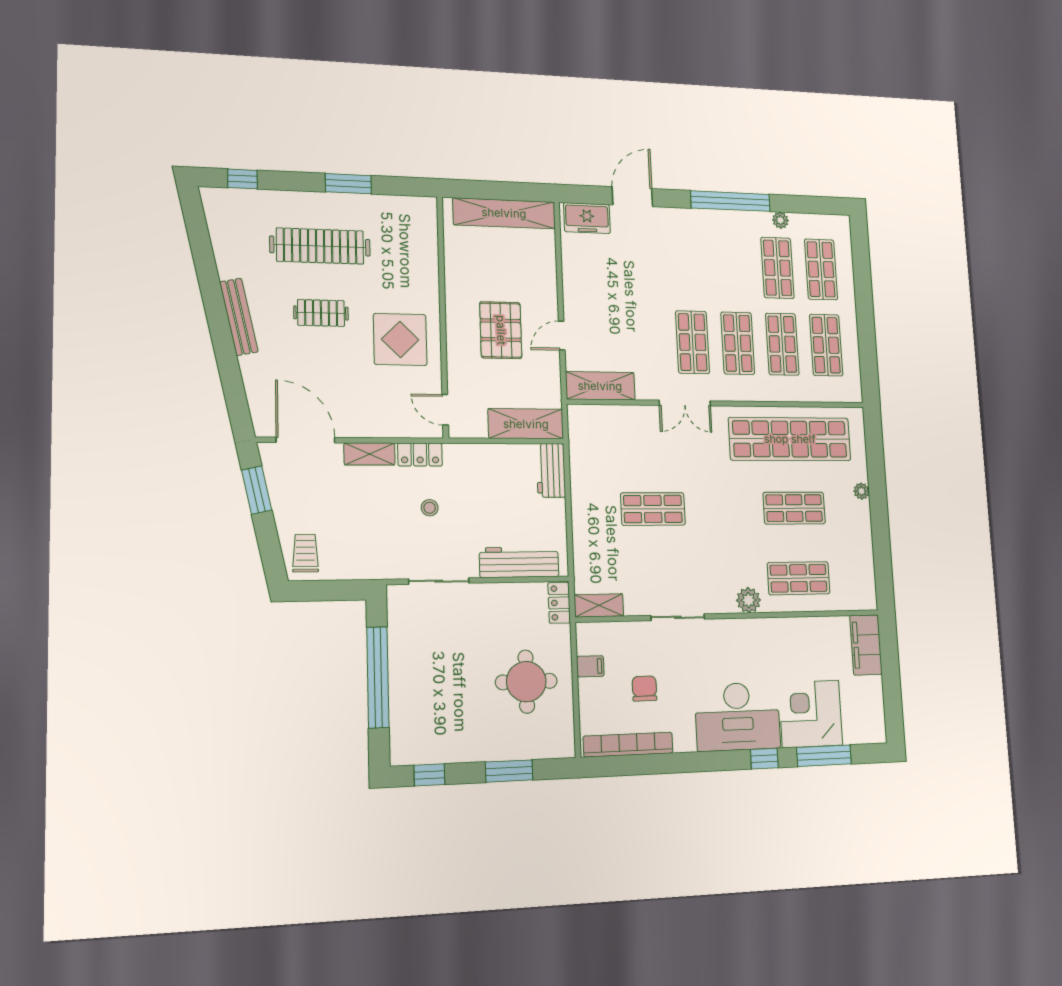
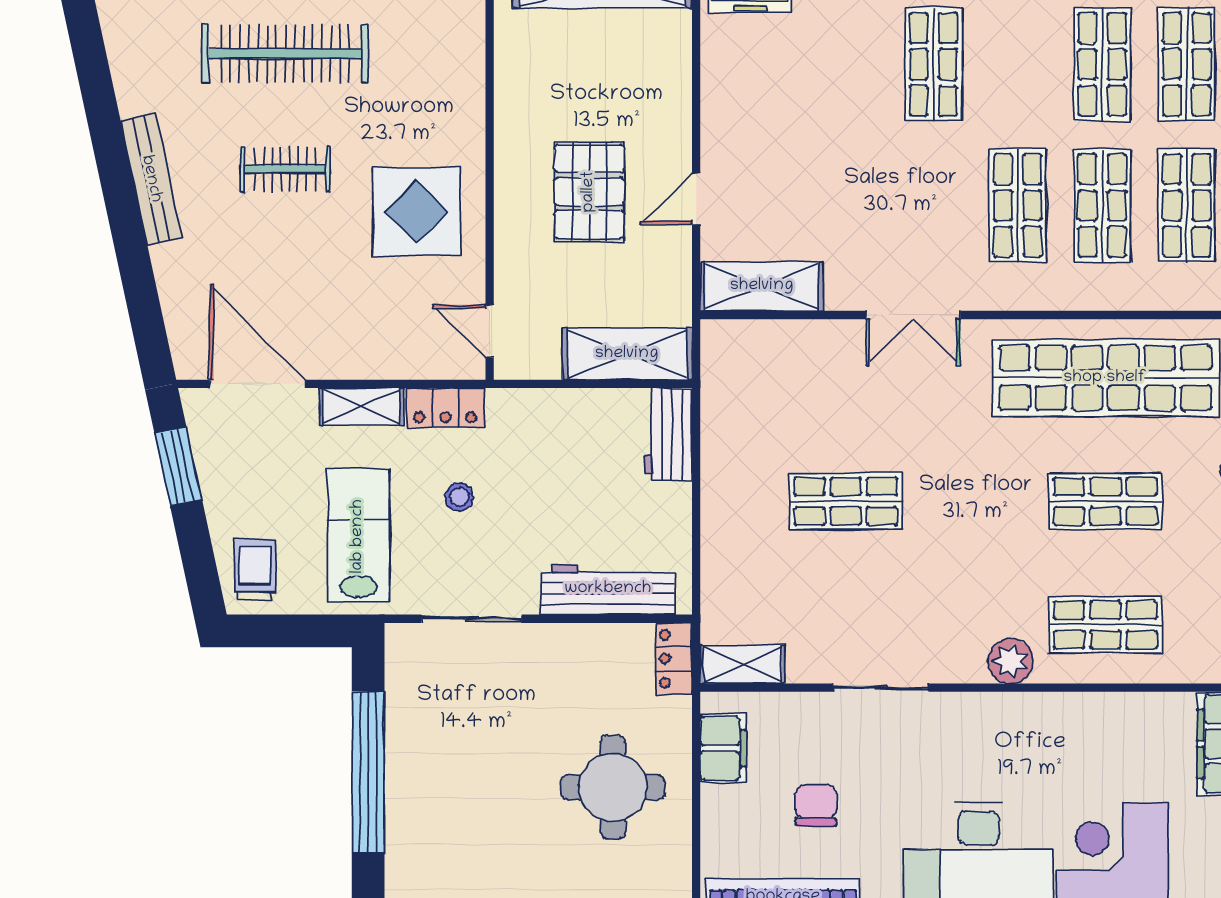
shop shelf: (693, 342) -> (933, 64), moved
lab bench: (369, 532) -> (358, 536), added
filing cabinet: (590, 666) -> (723, 748), width x2.00

